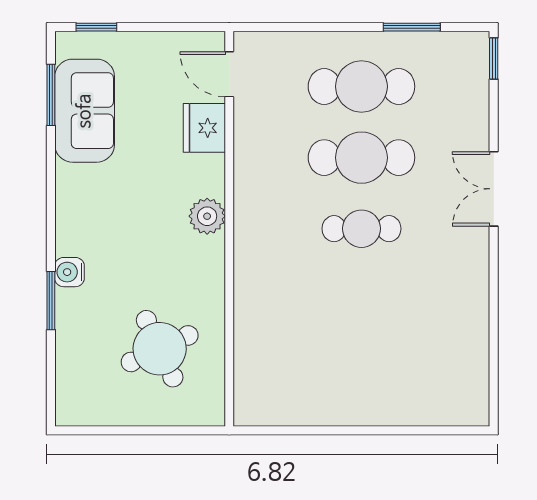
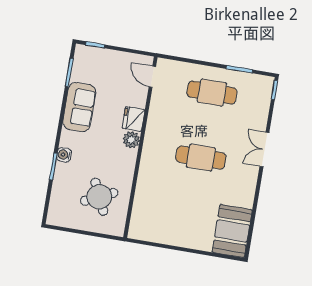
sofa: (85, 111) -> (79, 107), moved
fridge: (204, 128) -> (133, 119), moved
cafe table: (361, 158) -> (206, 125), removed
cafe table: (361, 229) -> (201, 158), width x1.37, depth x1.35
booth: (454, 374) -> (232, 231), added

